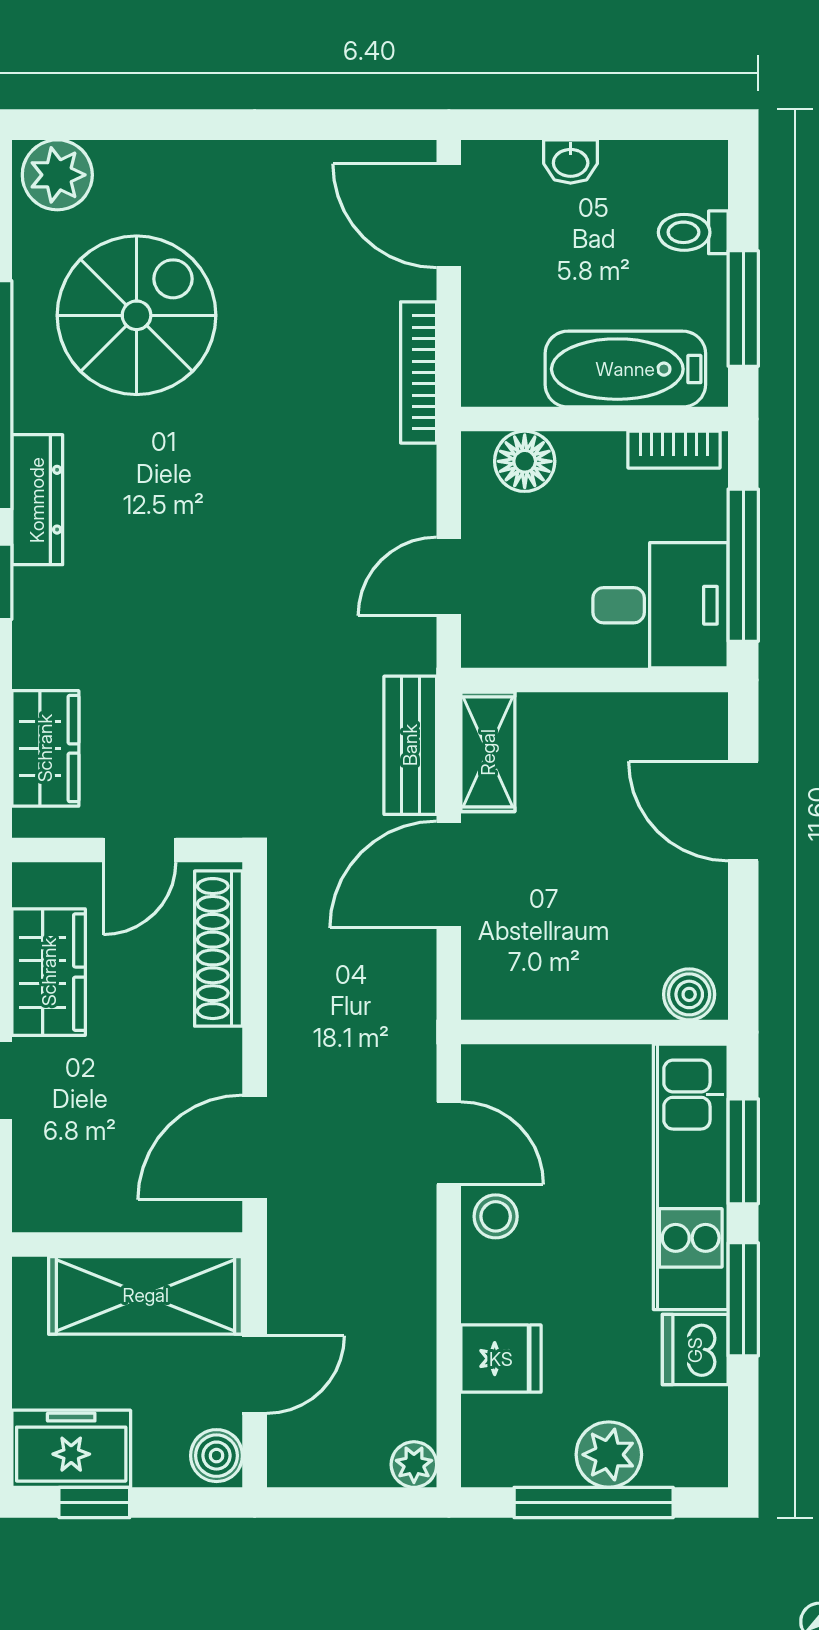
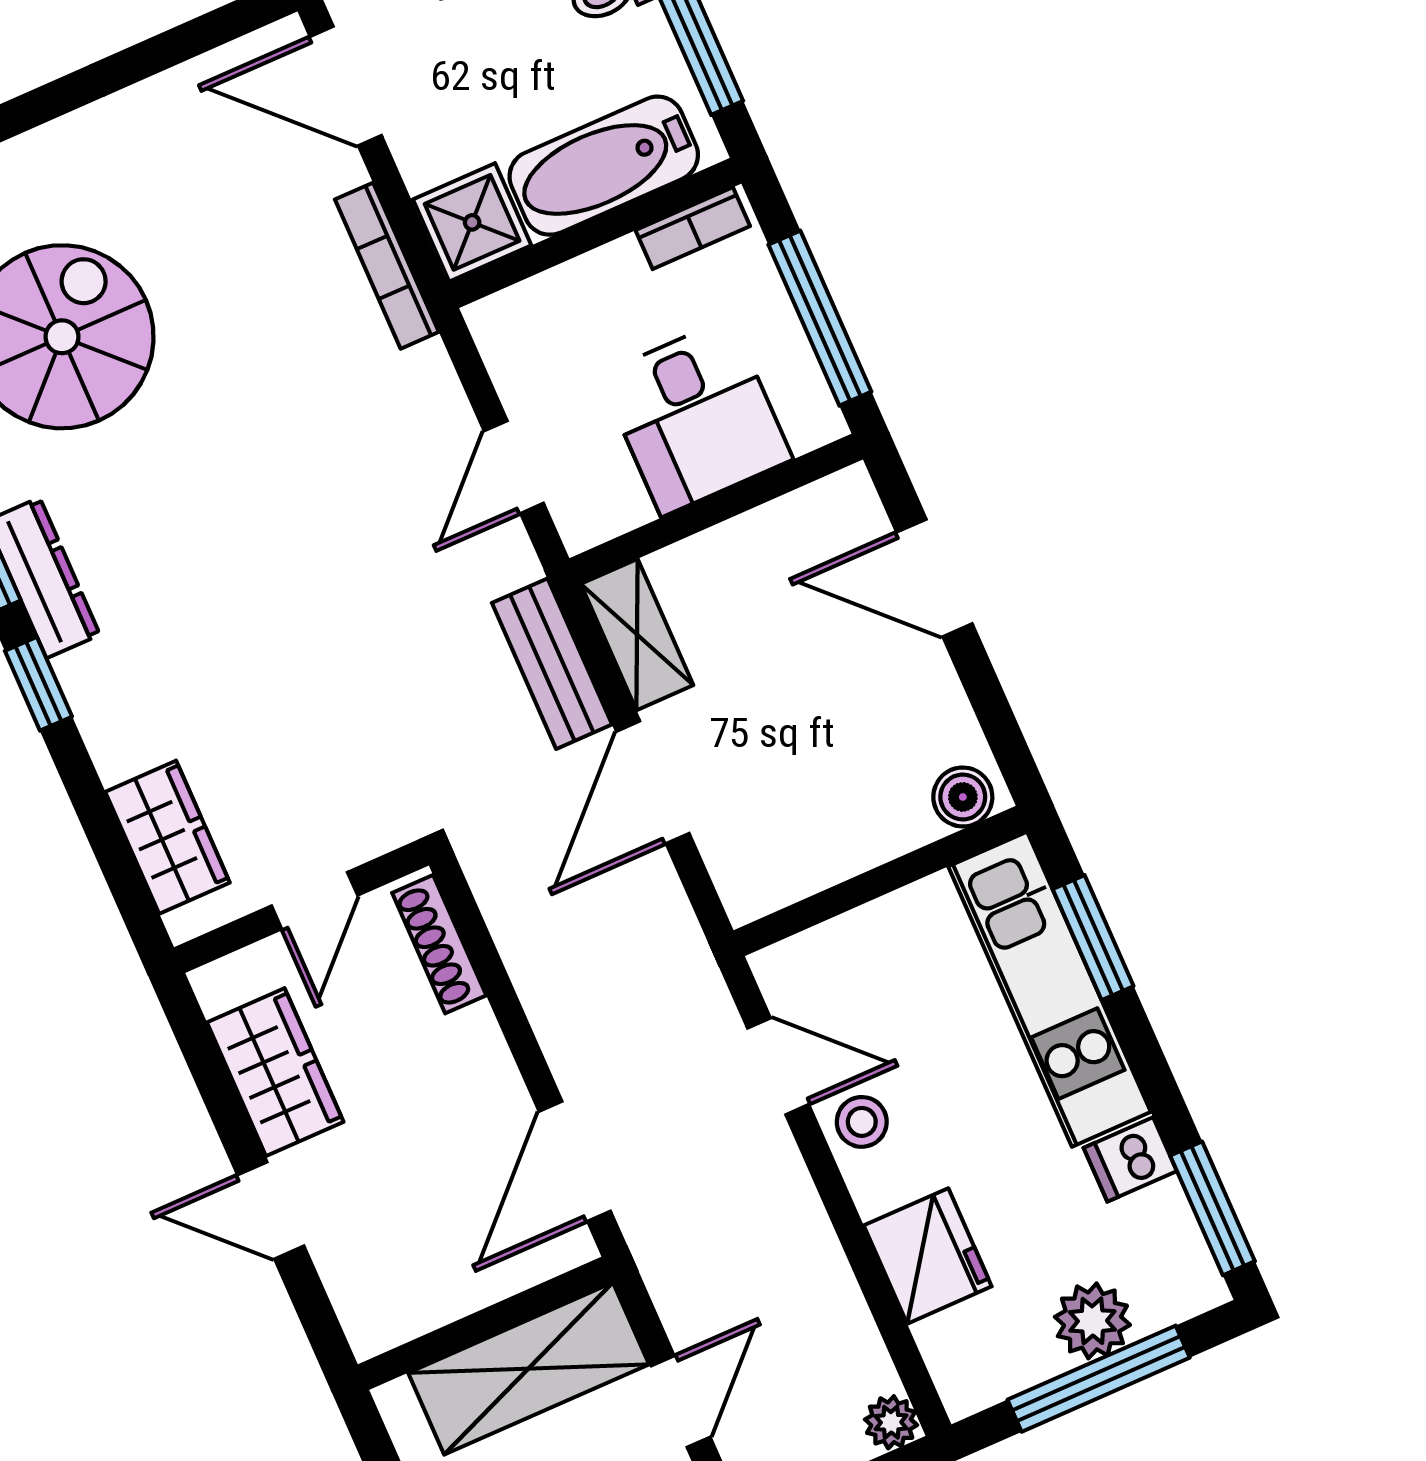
shower: (501, 368) -> (472, 222), added
floor lamp: (525, 461) -> (540, 310), removed
desk: (660, 605) -> (696, 417), moved, turned 90
shoe rack: (219, 949) -> (439, 944), width x0.74, depth x0.81
window: (743, 1299) -> (1212, 1208), moved
dishwasher: (695, 1350) -> (1130, 1159), width x0.73
fridge: (501, 1359) -> (928, 1256), width x1.38

